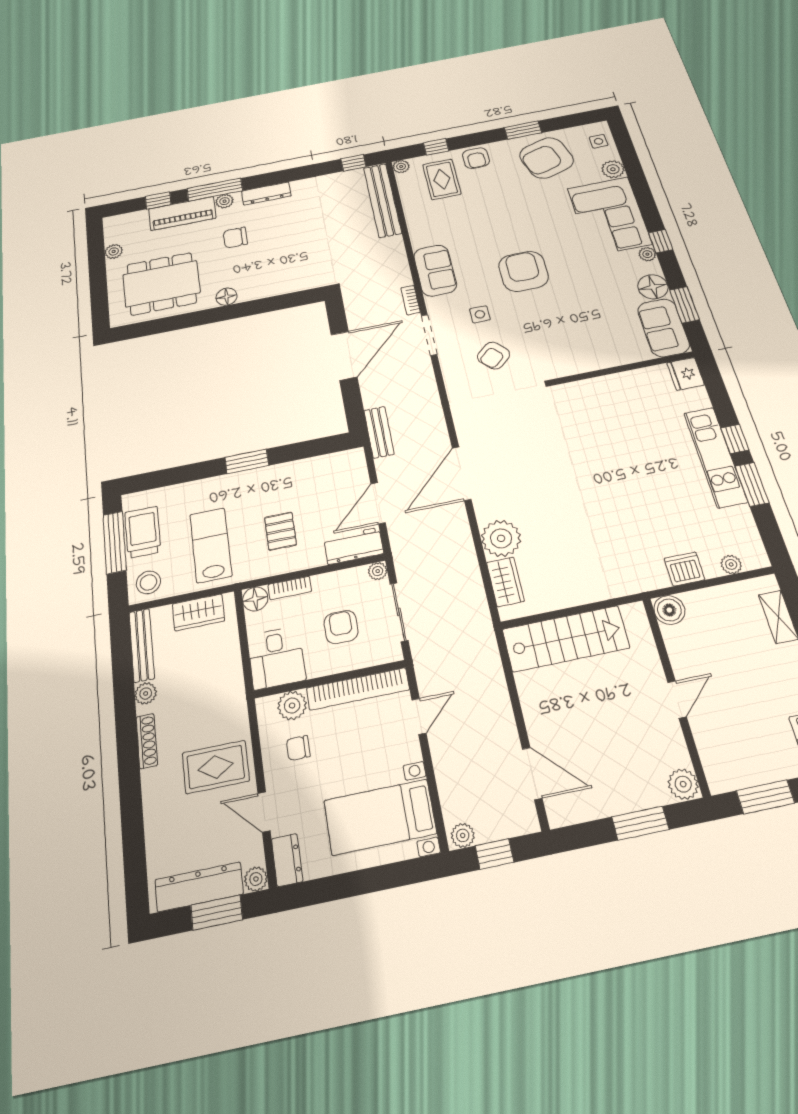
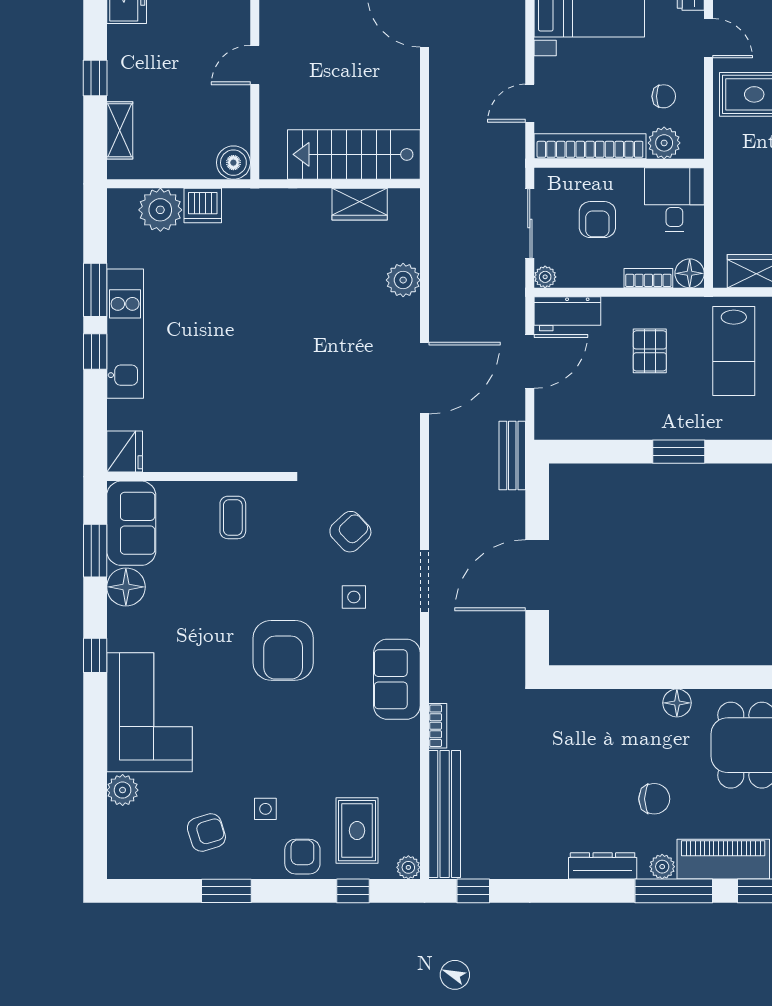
side table: (599, 141) -> (265, 809), moved
armchair: (546, 158) -> (206, 833), width x0.53, depth x0.53
plant: (647, 254) -> (118, 639), removed
bookcase: (410, 300) -> (438, 726), moved
coffee table: (587, 347) -> (233, 517), added
plant: (501, 538) -> (403, 280), width x0.73, depth x0.73
plant: (731, 564) -> (160, 210), width x1.88, depth x1.88
wardrobe: (505, 582) -> (360, 204), moved, turned -90

